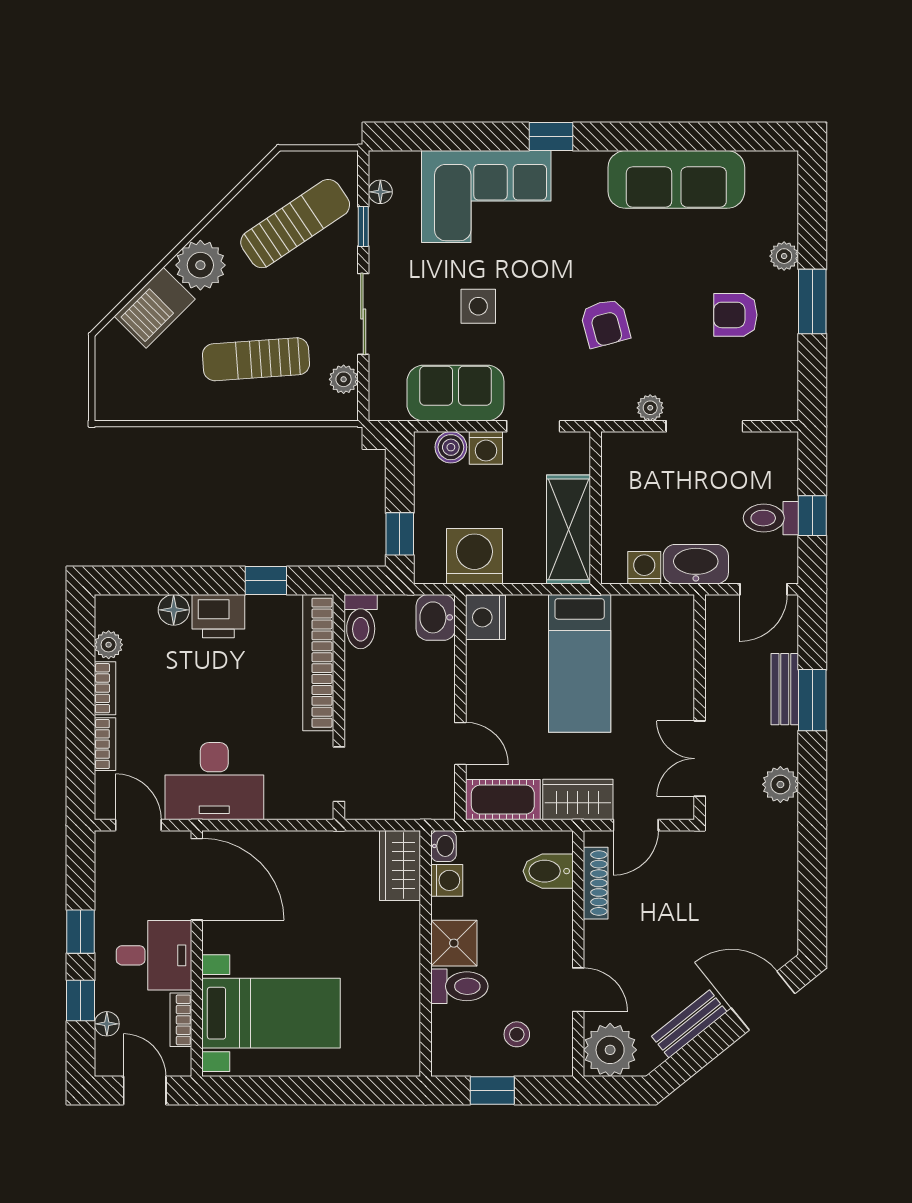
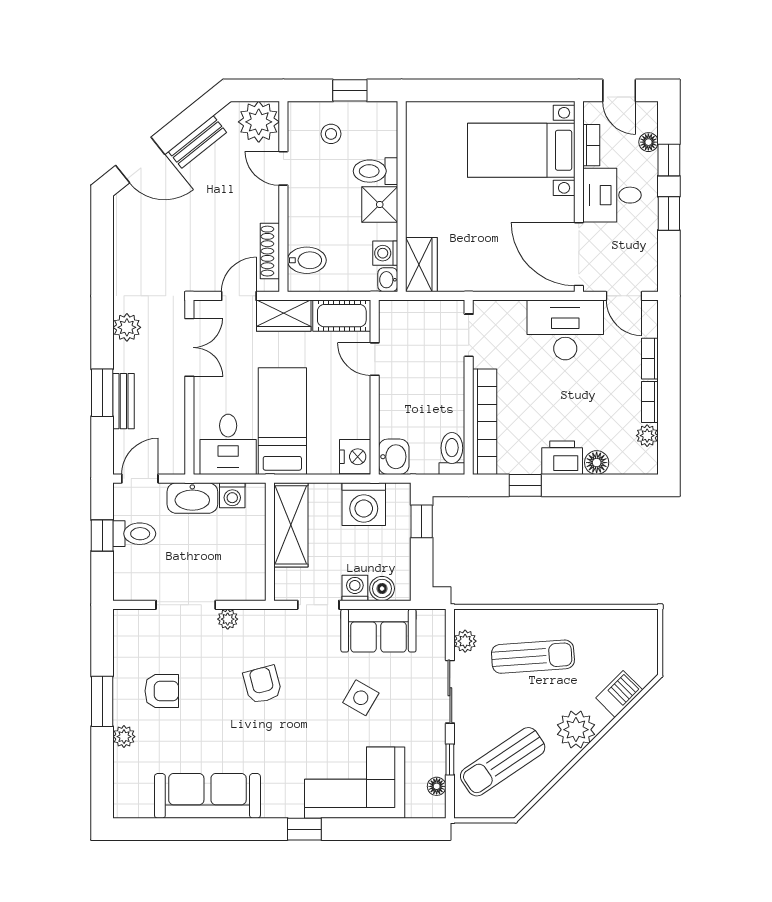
side table: (478, 306) -> (361, 698), turned 30
barbecue: (155, 308) -> (619, 694), width x0.73, depth x0.79
desk: (650, 633) -> (228, 444), added

